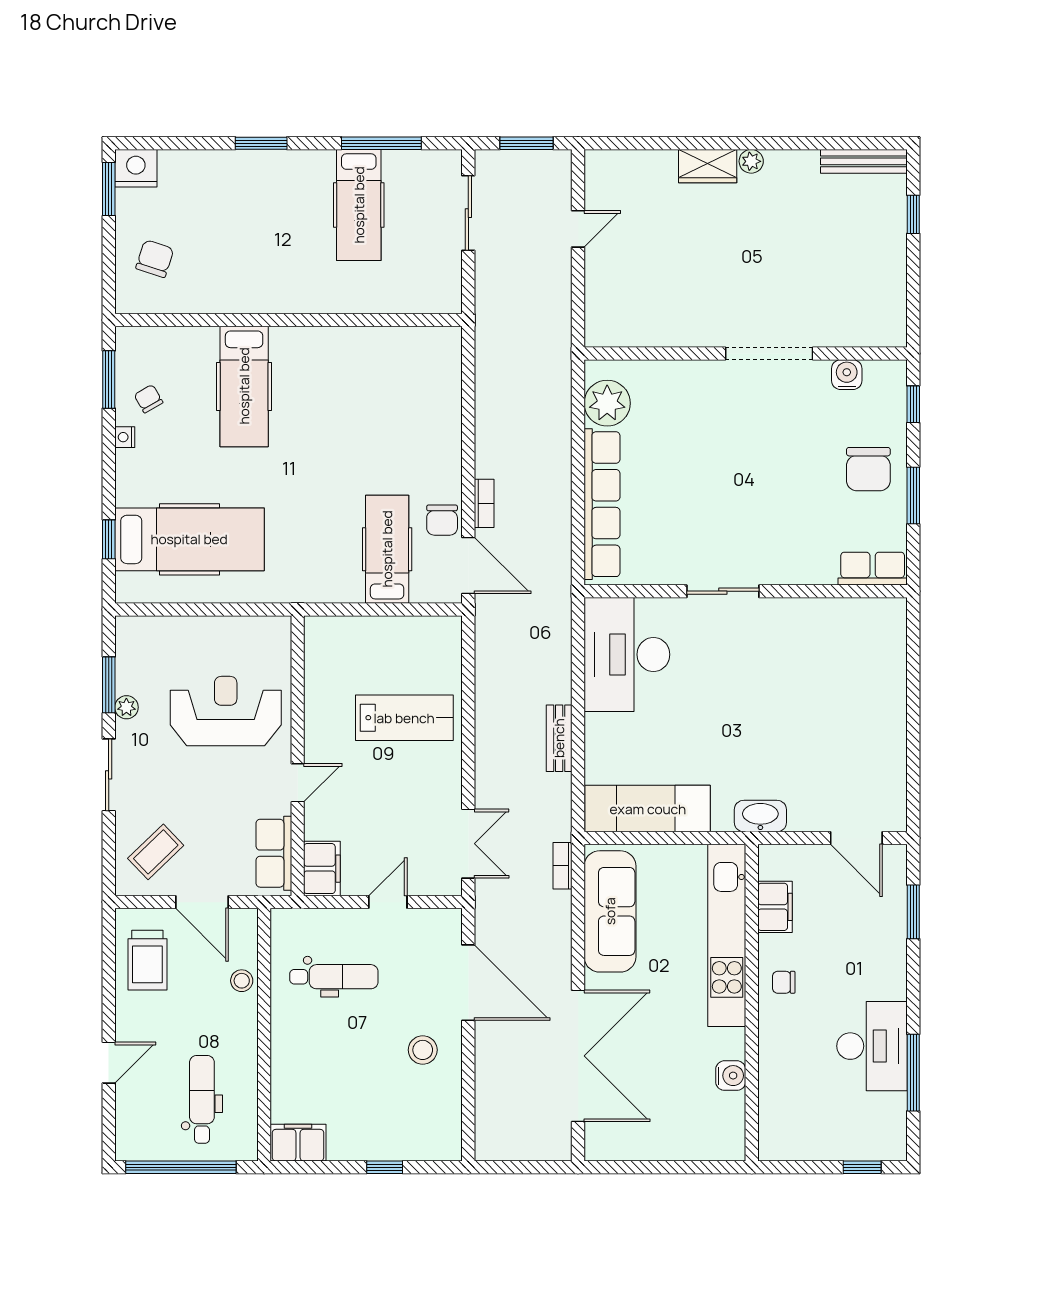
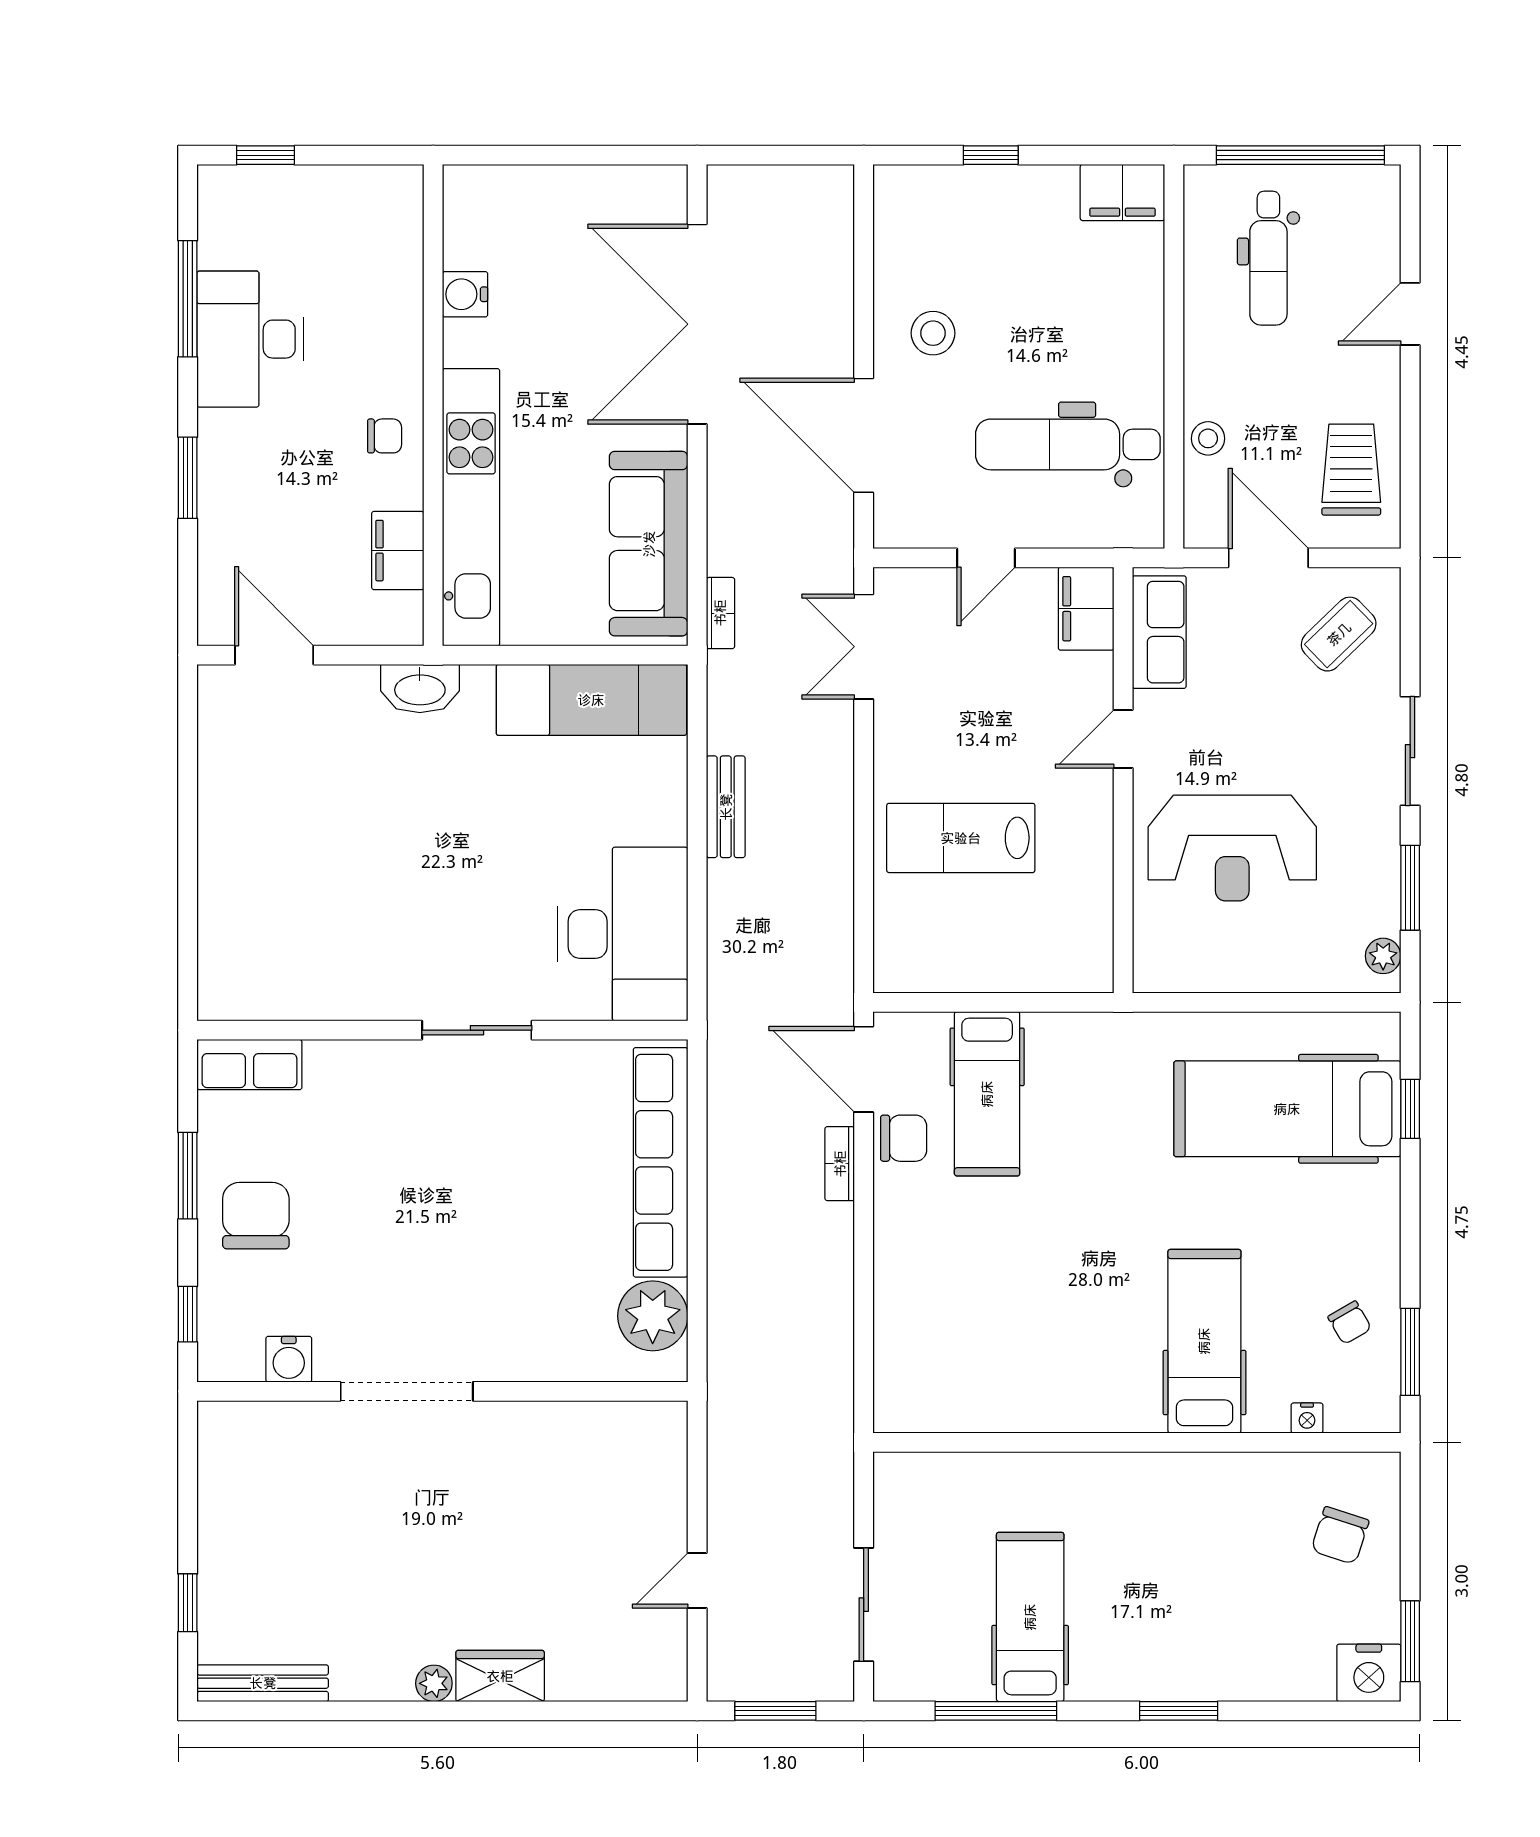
nightstand: (125, 437) -> (1307, 1418), moved, turned 90
chair: (442, 520) -> (904, 1138), turned 90
plant: (126, 707) -> (1383, 956), moved
window: (913, 912) -> (188, 478), moved
dental chair: (334, 977) -> (1068, 444), width x1.36, depth x1.38

